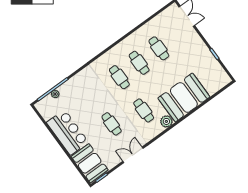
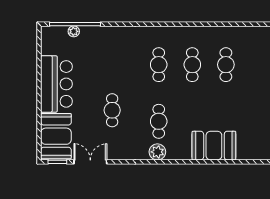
booth: (184, 97) -> (214, 146), width x0.73, depth x0.70
plant: (166, 121) -> (157, 152), moved
double door: (133, 155) -> (90, 162), moved

